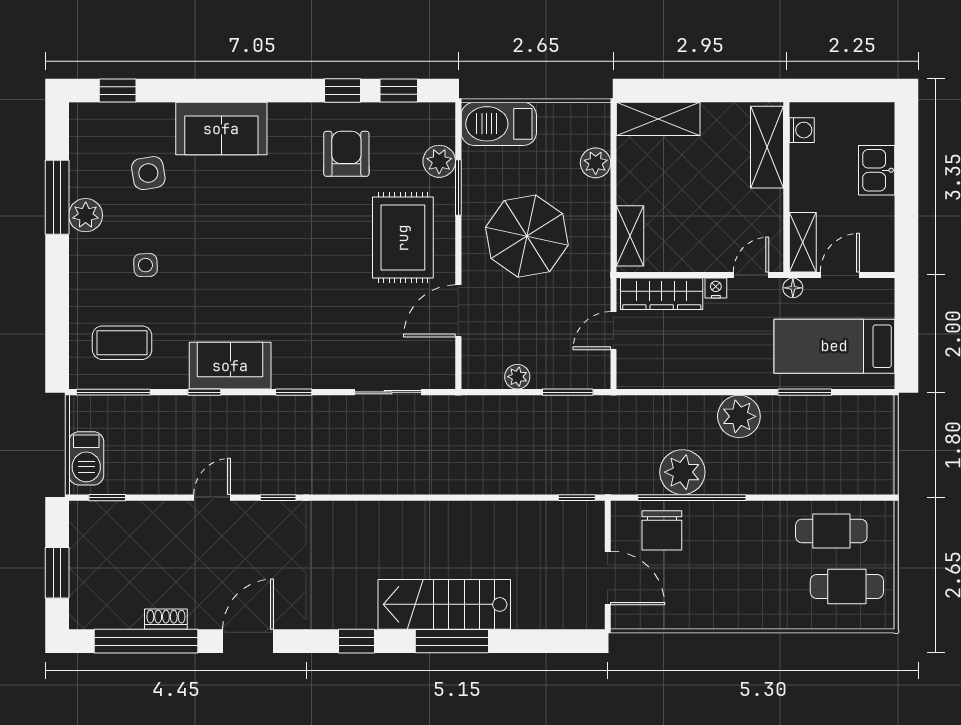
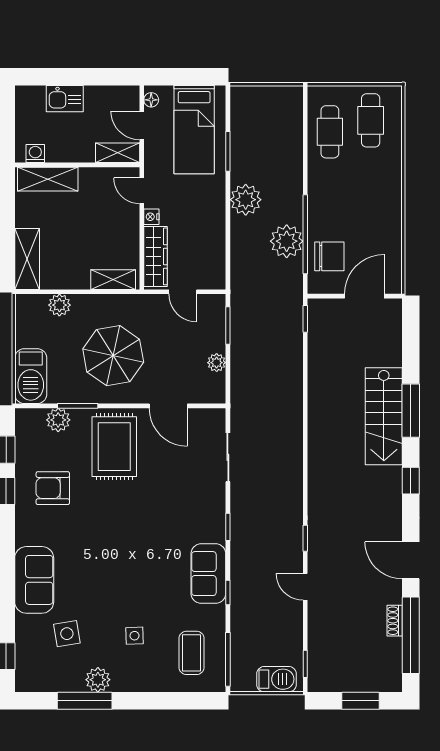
rug: (403, 238) -> (114, 447), turned 90
floor lamp: (793, 288) -> (151, 100), moved

